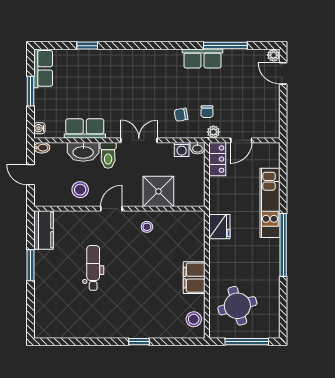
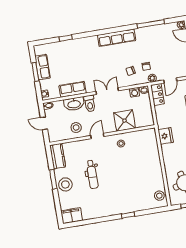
row of seats: (202, 59) -> (117, 38), moved, width x1.48
row of seats: (43, 68) -> (42, 67), moved
dental chair: (93, 268) -> (92, 174), turned 180
stool: (48, 277) -> (65, 184), added
filing cabinet: (194, 278) -> (72, 216), moved, turned 90

